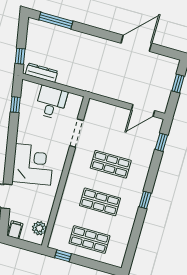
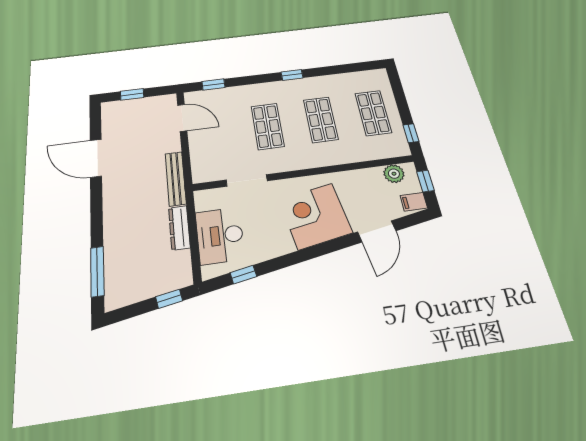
dresser: (42, 73) -> (179, 228), moved
bench: (98, 89) -> (176, 179), added
desk: (51, 102) -> (220, 236), width x1.37
window: (25, 245) -> (425, 181), added

